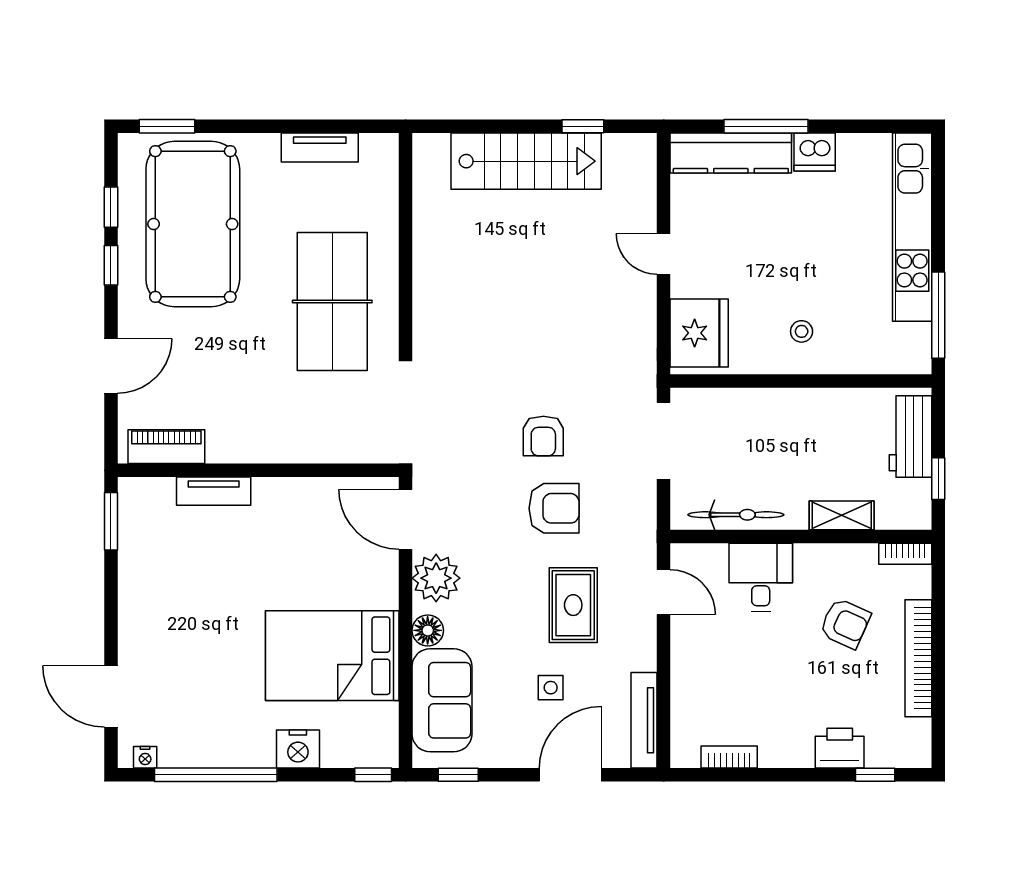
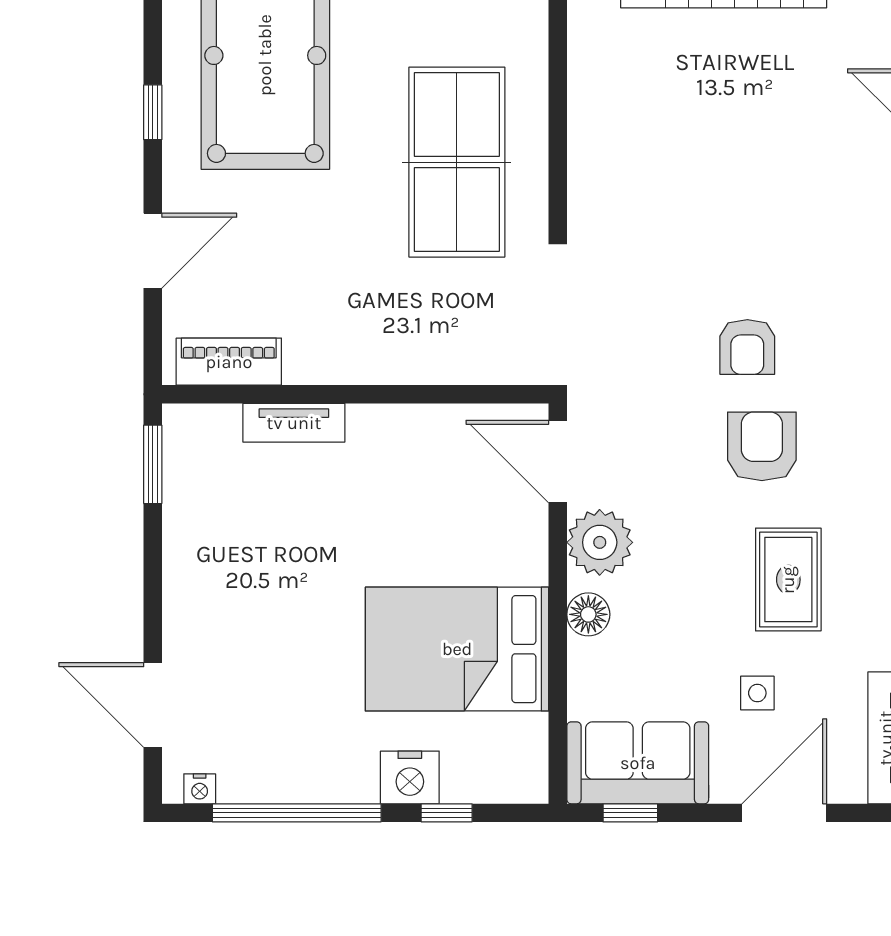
window: (111, 207) -> (153, 32), removed
armchair: (554, 508) -> (762, 446), turned -90
sofa: (442, 700) -> (638, 763), moved, turned -90
window: (373, 775) -> (447, 813), moved

